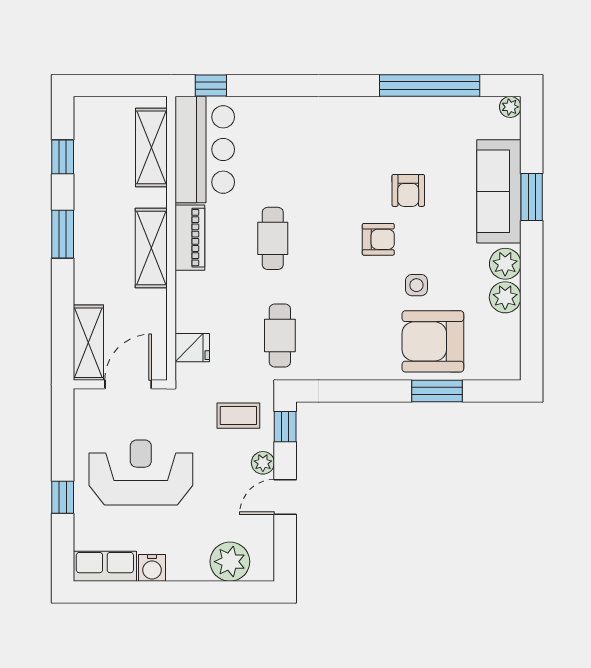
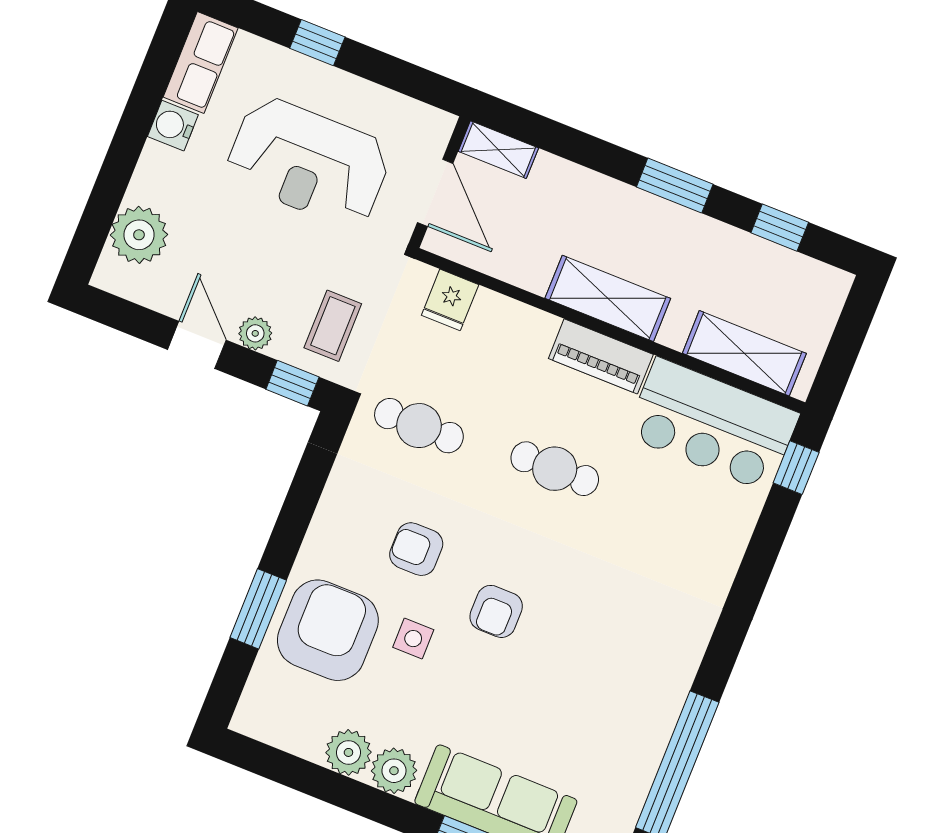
armchair: (408, 190) -> (416, 549), moved
shelving: (88, 343) -> (498, 150), width x0.67, depth x0.75
reception desk: (141, 472) -> (308, 162), turned 90

